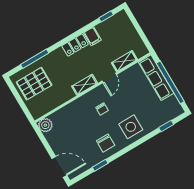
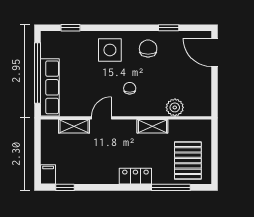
filing cabinet: (92, 36) -> (48, 174), moved
locker: (75, 45) -> (135, 176), moved
pallet: (34, 84) -> (188, 161), turned 90
shelving: (85, 85) -> (152, 126), moved
plant: (45, 125) -> (175, 107), moved

